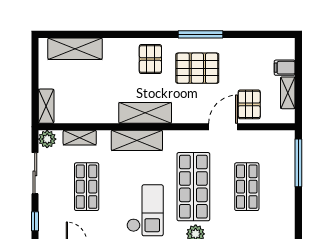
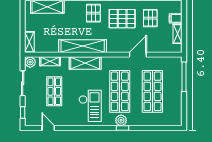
pallet: (249, 104) -> (150, 18), moved
shelving: (145, 113) -> (83, 46), width x1.47
shop shelf: (247, 187) -> (152, 91), width x1.43, depth x1.36

